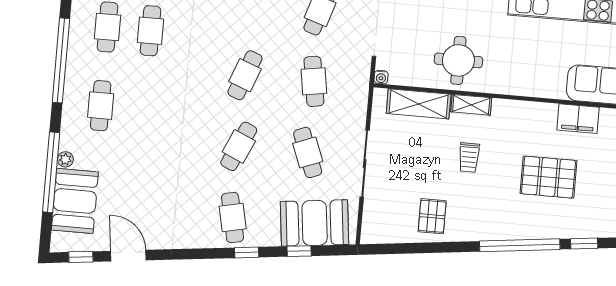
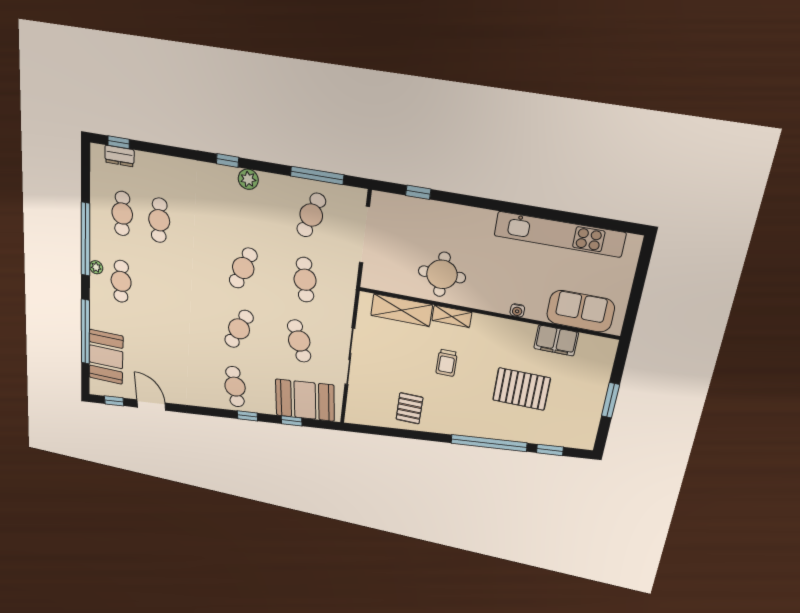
water cooler: (381, 77) -> (517, 310), moved
plant: (65, 159) -> (96, 267), moved

